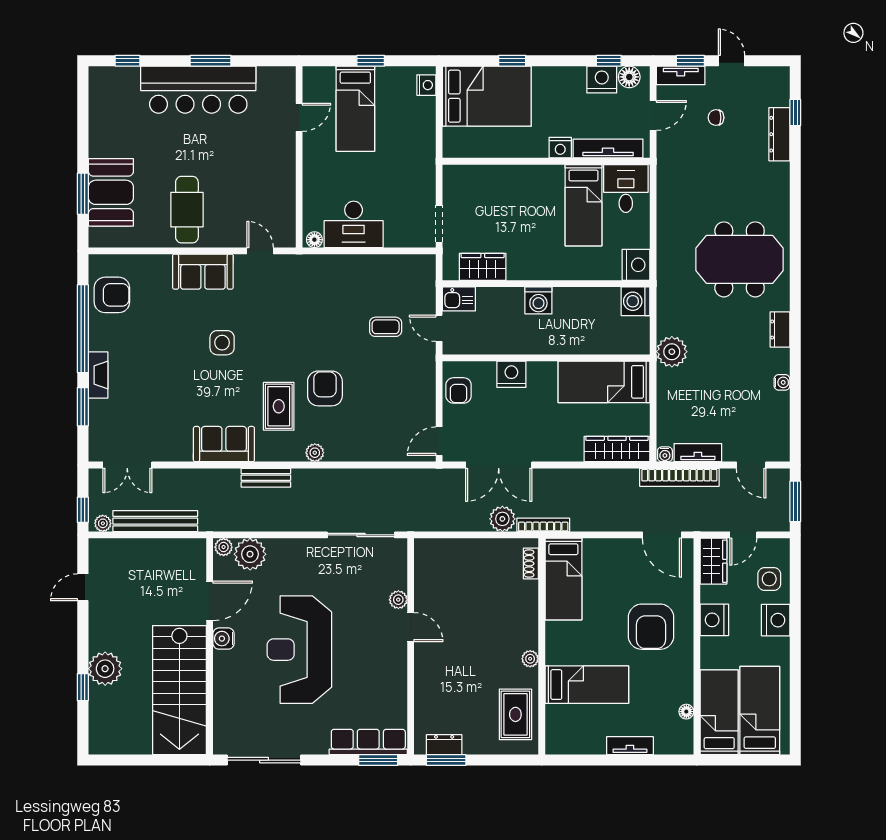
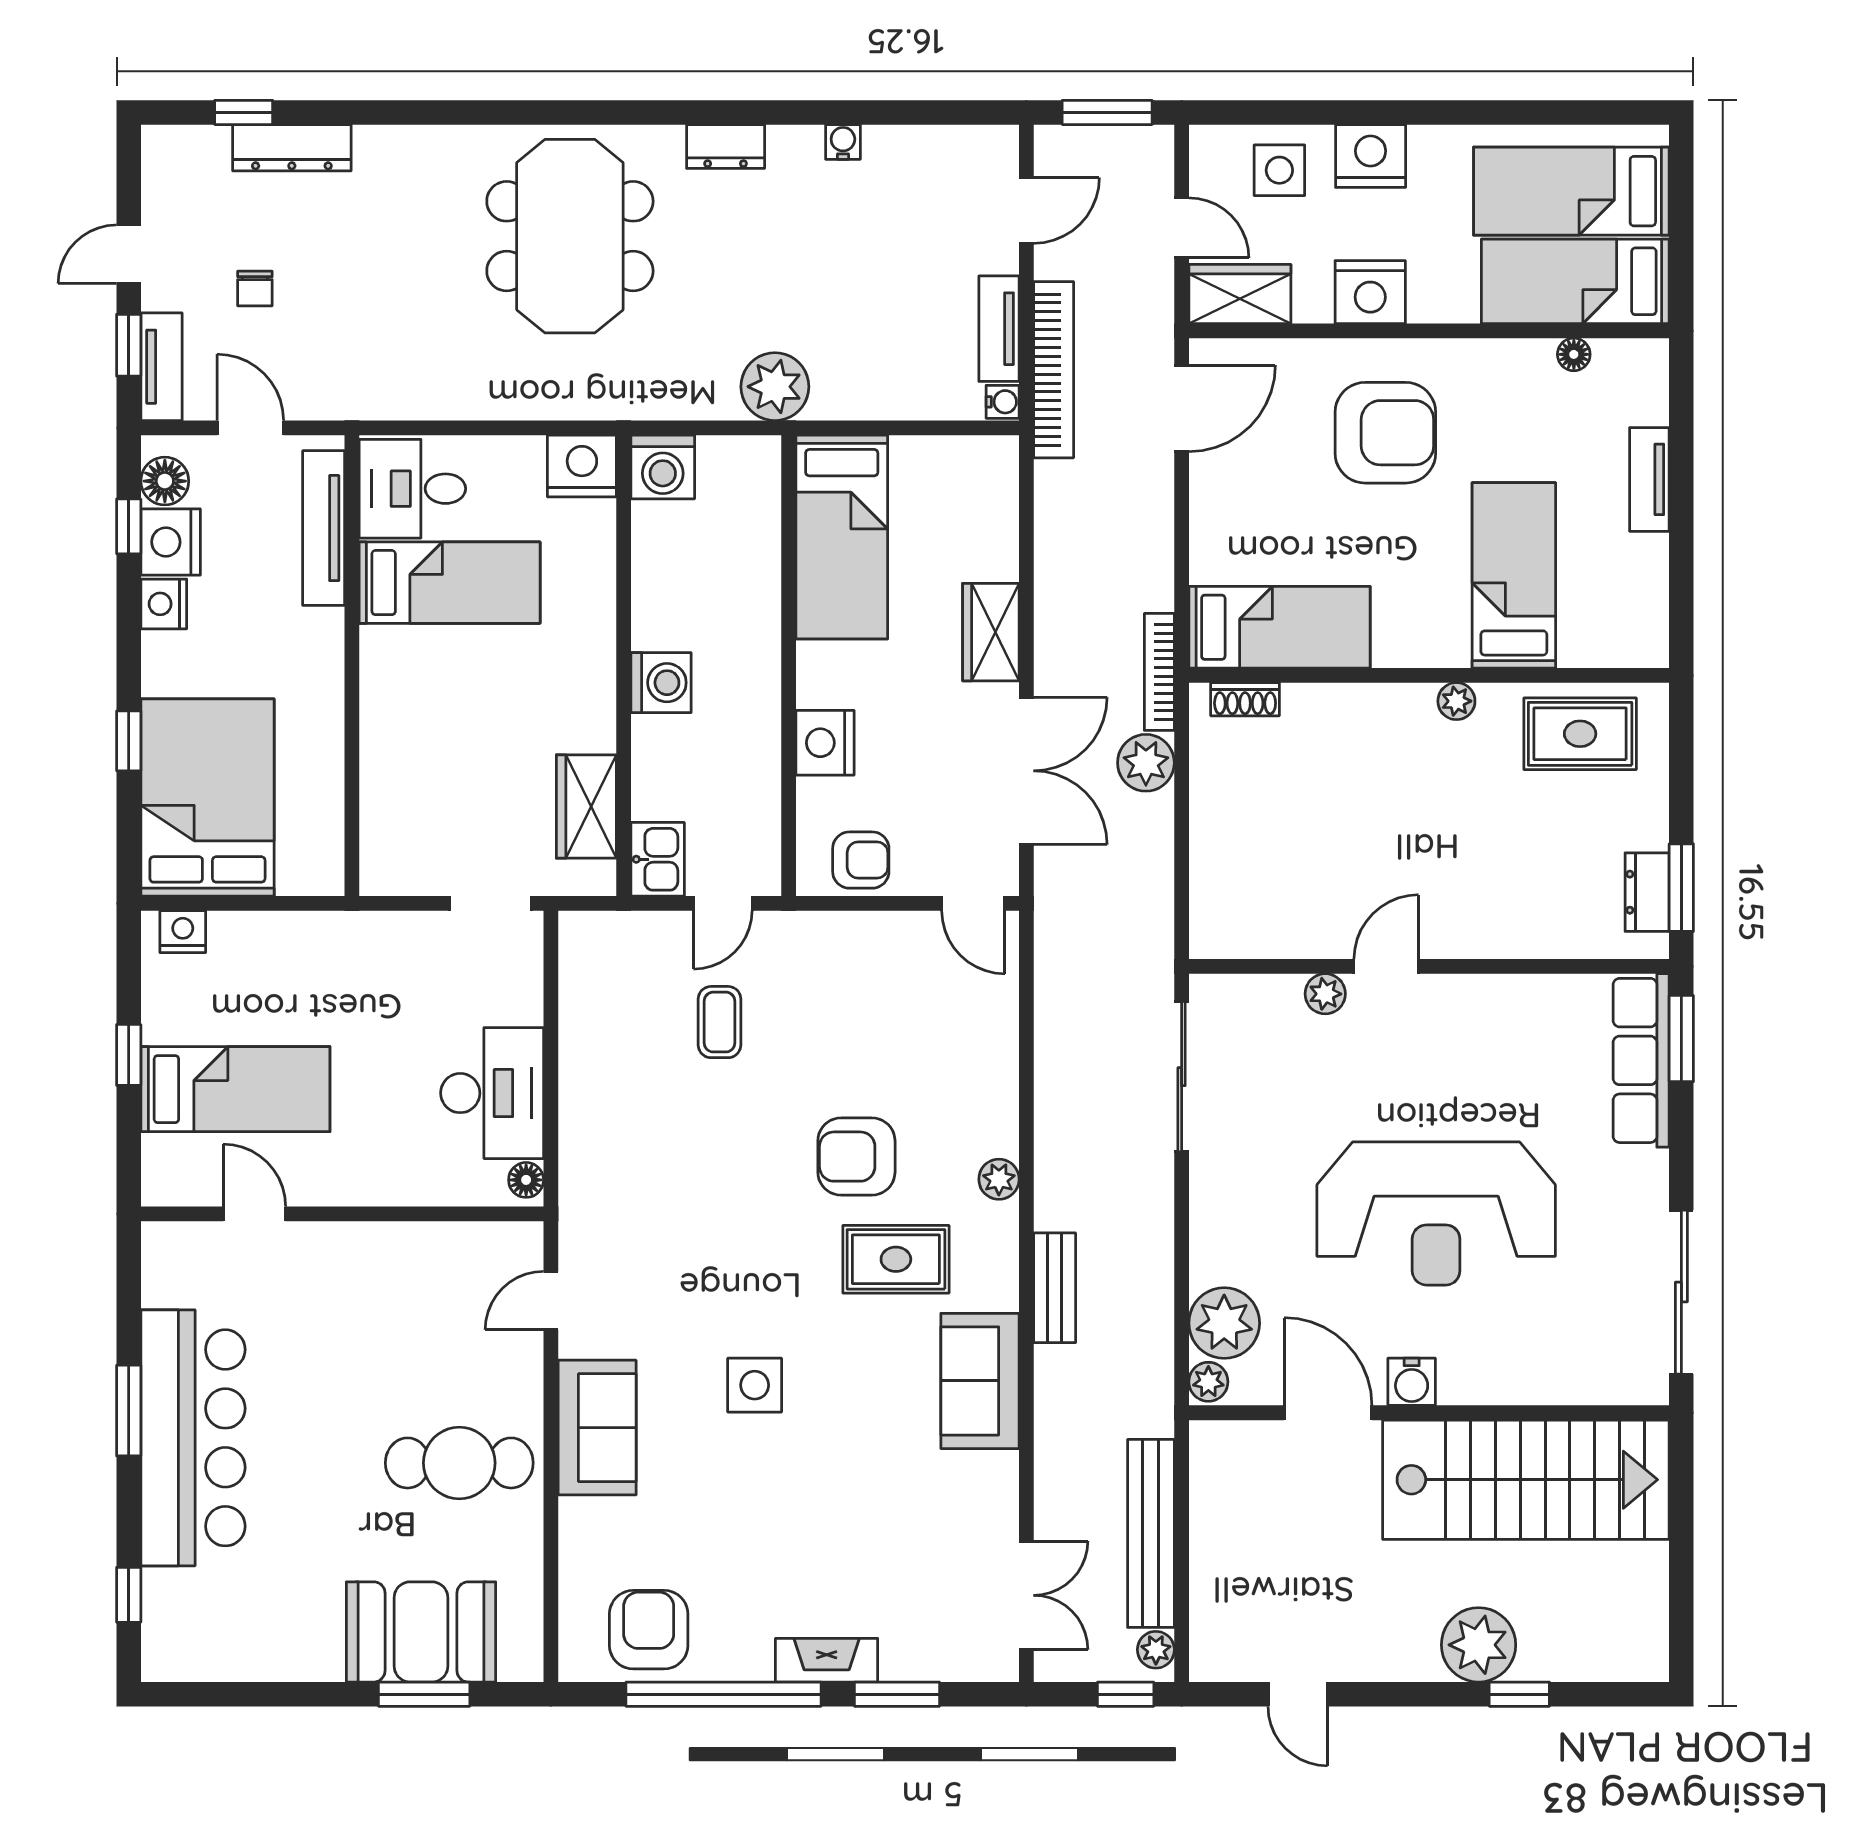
nightstand: (560, 148) -> (164, 604), moved, turned 180
wardrobe: (617, 449) -> (991, 632), moved, width x0.67

